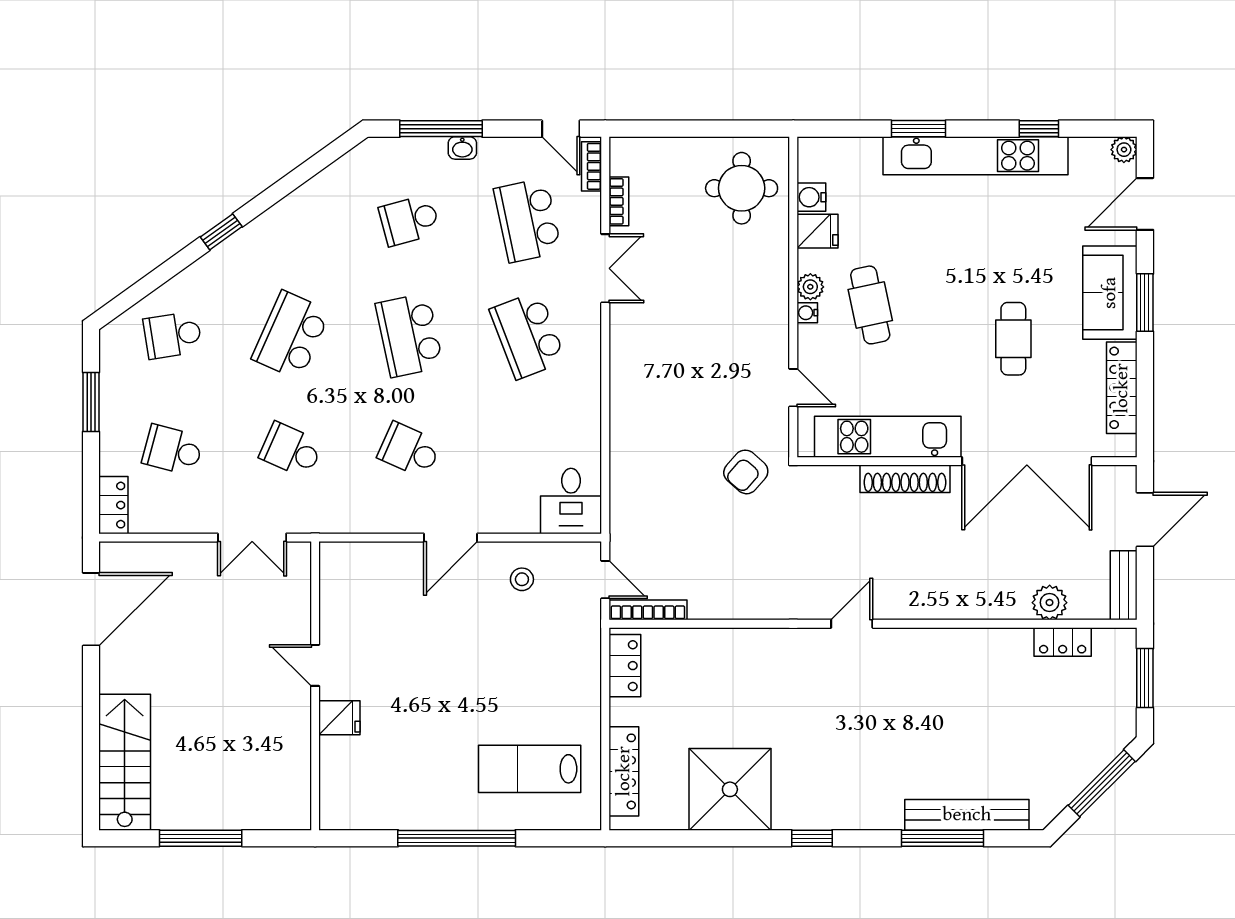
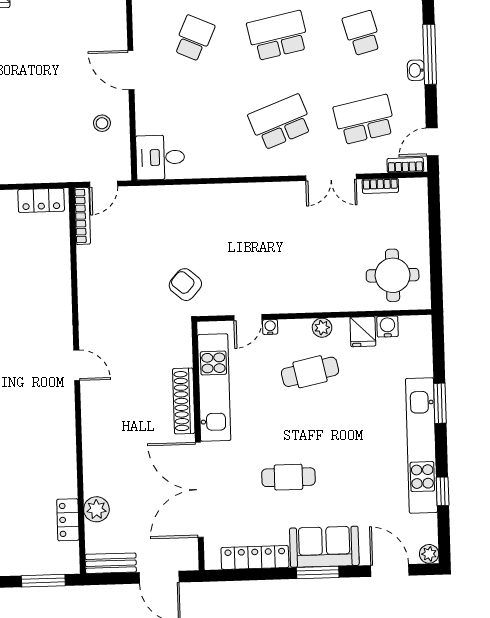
water cooler: (807, 313) -> (270, 327), moved

